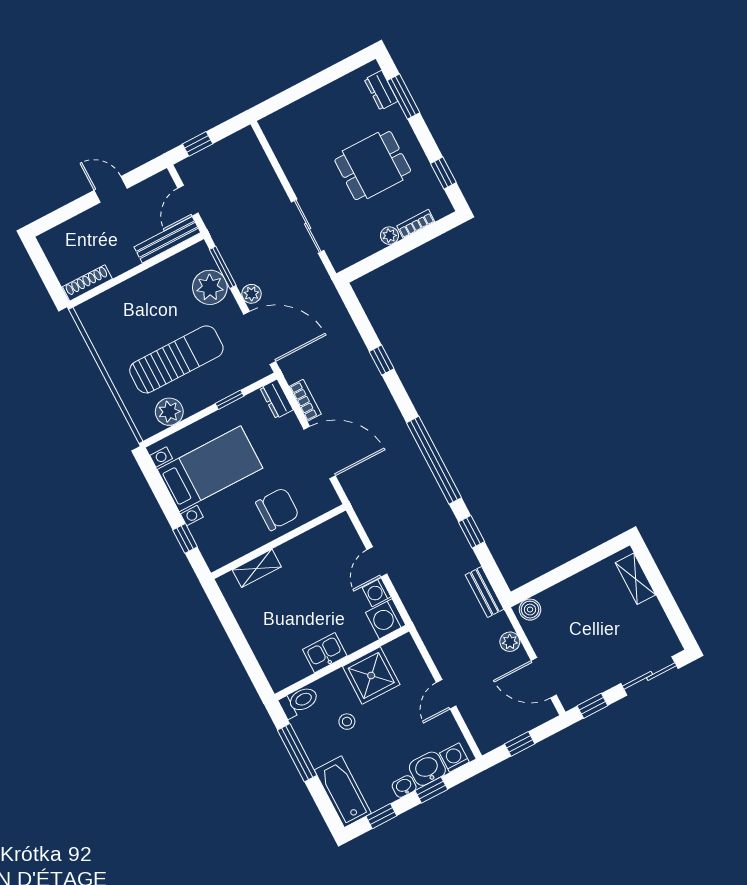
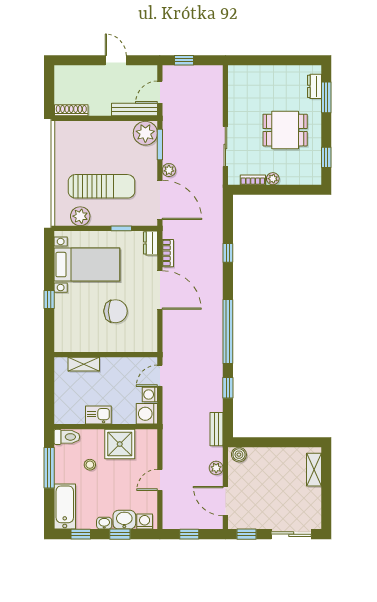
bookcase: (416, 224) -> (253, 180), moved
plant: (210, 287) -> (145, 133), moved
wall: (279, 542) -> (106, 355), moved
shelving: (257, 568) -> (84, 364), moved

